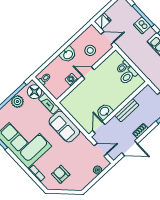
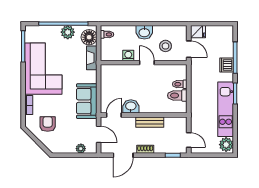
sofa: (64, 127) -> (87, 101), moved
door: (130, 148) -> (123, 155), hinge flipped

